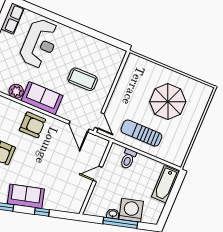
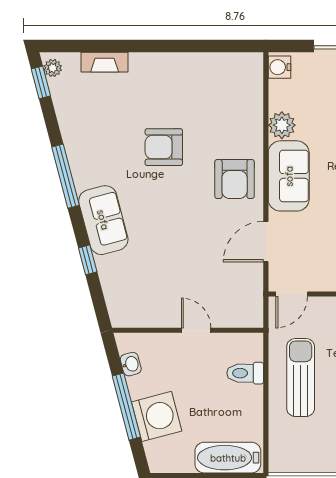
door: (79, 127) -> (266, 242), moved
washbasin: (113, 214) -> (131, 364), moved

